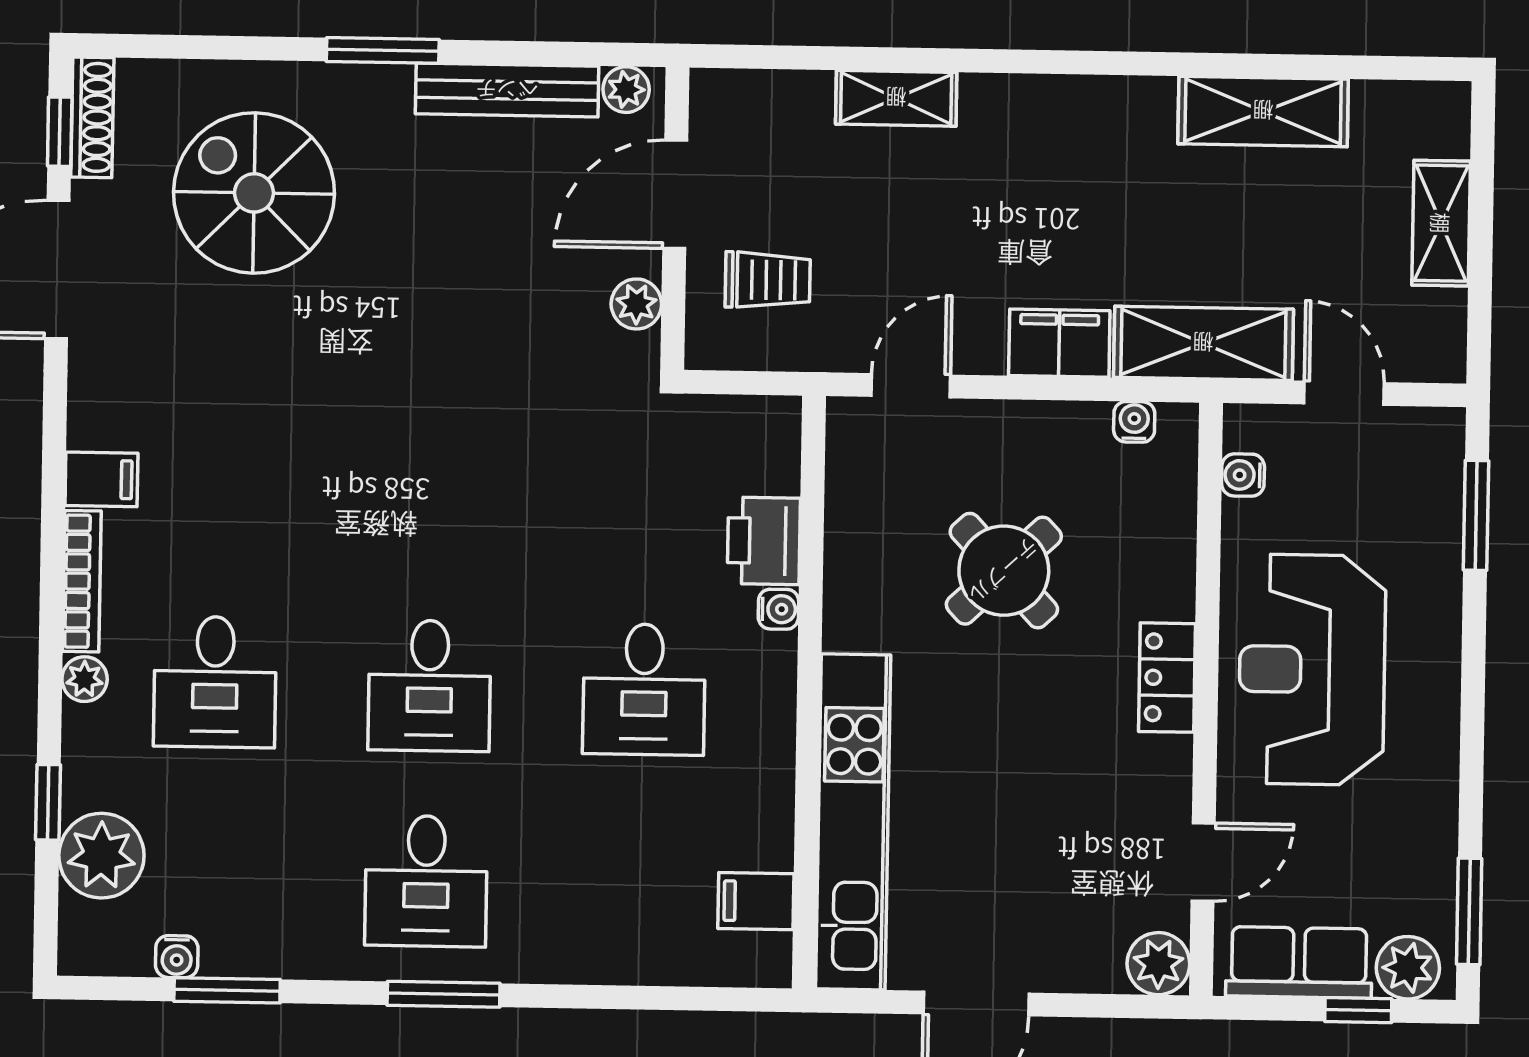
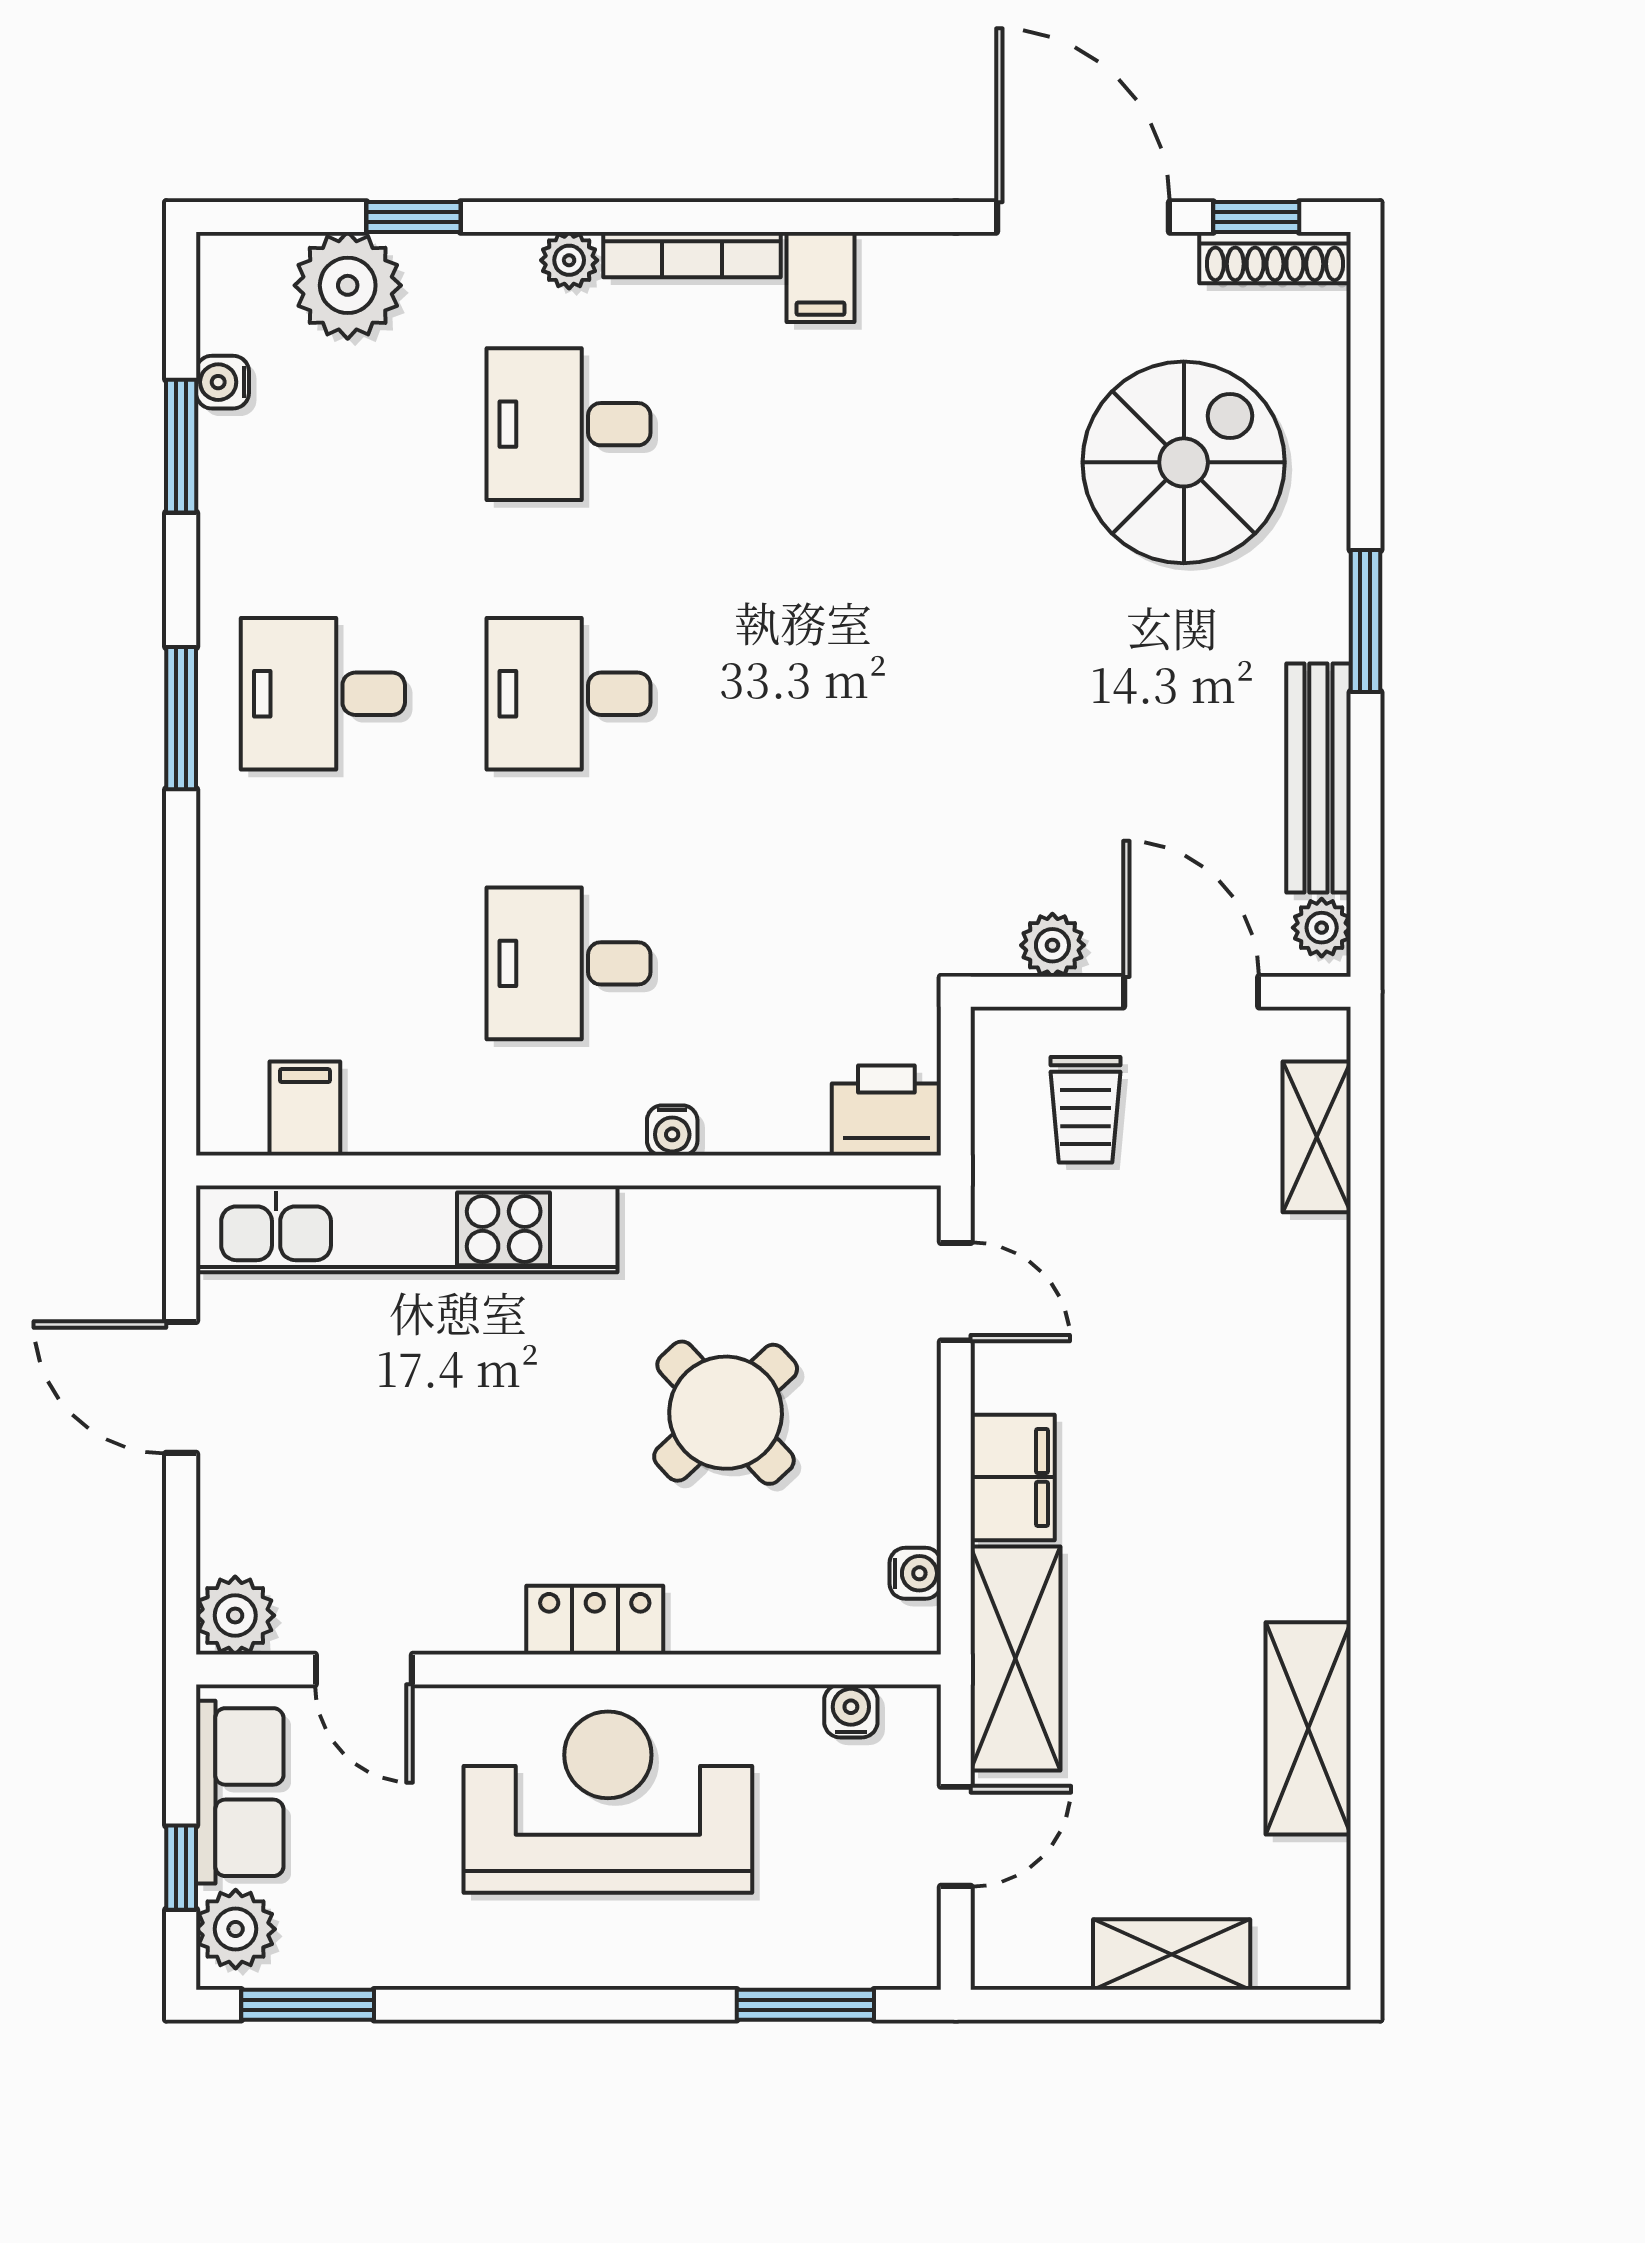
shelving: (896, 98) -> (1317, 1137), moved
printer: (764, 541) -> (886, 1111), moved

